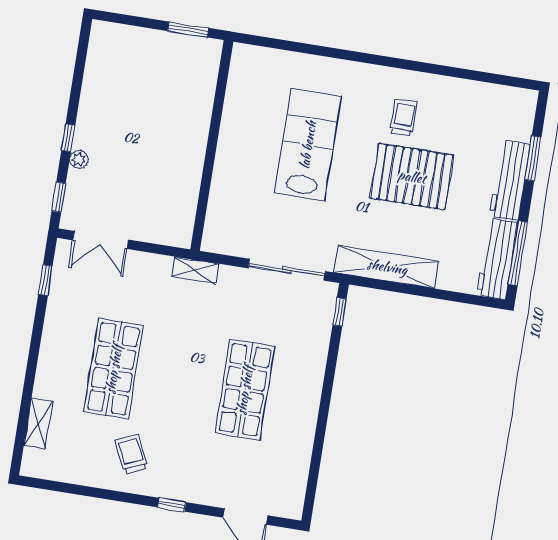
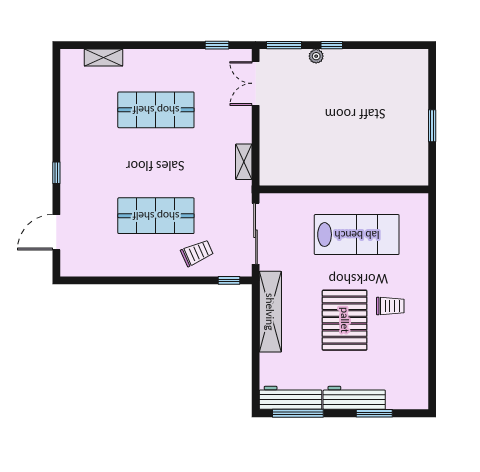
wall: (212, 146) -> (344, 189), moved
window: (59, 197) -> (284, 45), width x1.50
trolley: (131, 454) -> (197, 253), moved

